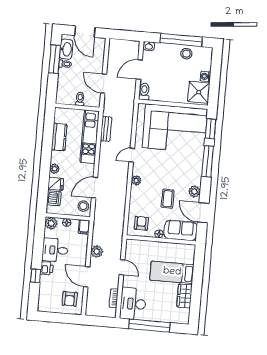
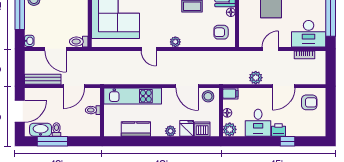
bench: (106, 129) -> (43, 79), moved, width x1.36

